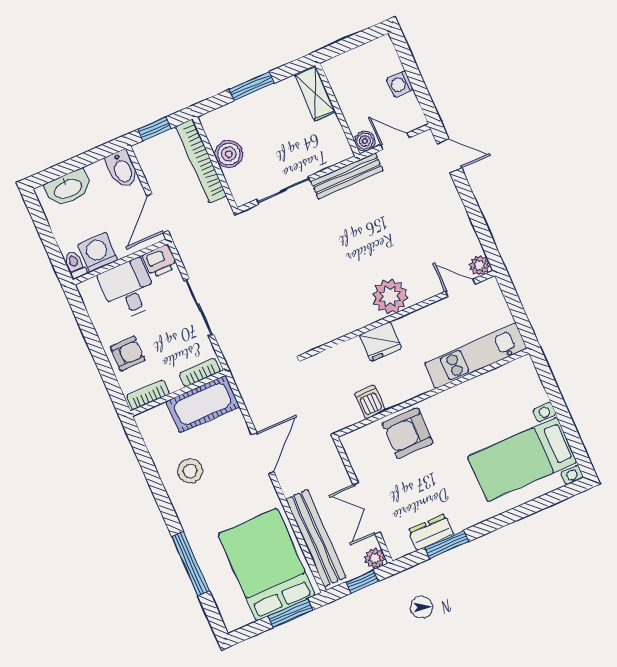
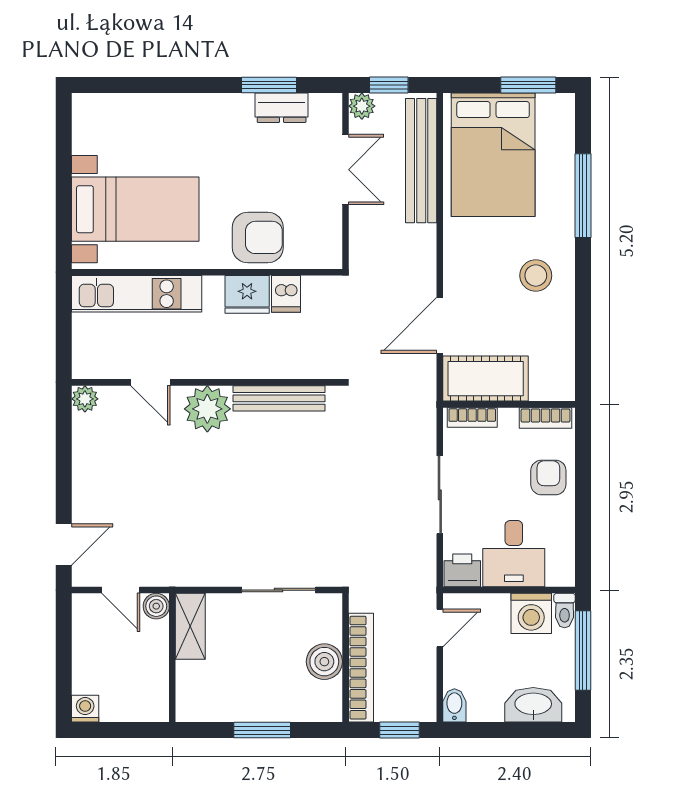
washing machine: (400, 84) -> (85, 709), moved, turned -90
shelving: (315, 93) -> (190, 626), moved
door: (449, 156) -> (64, 545), swing flipped
bidet: (122, 169) -> (454, 705), width x0.72, depth x0.74
bench: (347, 176) -> (279, 398), moved
door: (158, 214) -> (440, 628), width x0.73
window: (49, 242) -> (583, 651), added
door: (460, 288) -> (150, 382), moved
fridge: (380, 341) -> (247, 294), moved, turned 180
armchair: (128, 354) -> (548, 477), turned 90
door: (263, 453) -> (440, 325), moved
bed with nightstands: (522, 459) -> (135, 209), moved
stool: (190, 471) -> (536, 276), moved
window: (290, 613) -> (528, 85), moved

